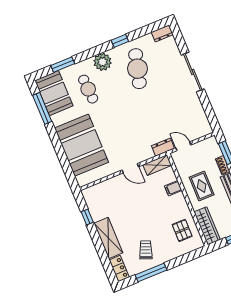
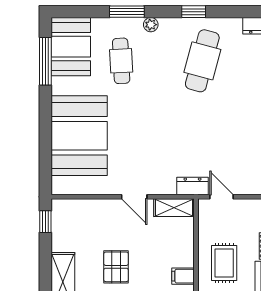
plant: (102, 62) -> (151, 25), width x0.53, depth x0.53
window: (63, 65) -> (127, 12), moved
filing cabinet: (173, 188) -> (183, 276), moved
pallet: (137, 216) -> (116, 267), added
window: (87, 217) -> (45, 222), moved

